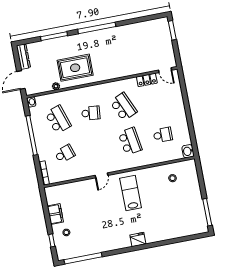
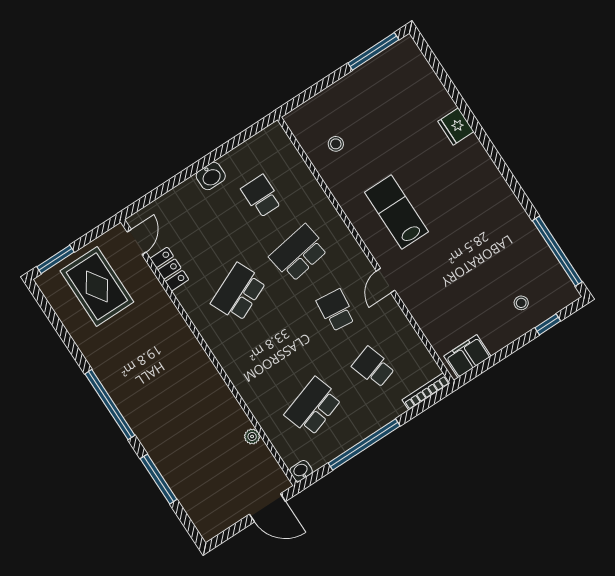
dresser: (23, 57) -> (221, 521), removed
rug: (75, 68) -> (97, 286), moved
school desk: (91, 113) -> (336, 310), moved
washbasin: (188, 151) -> (211, 176), moved
door: (101, 175) -> (386, 281), swing flipped
lab bench: (131, 193) -> (397, 212), turned 90
filing cabinet: (55, 214) -> (467, 356), moved
fridge: (138, 240) -> (456, 126), moved

